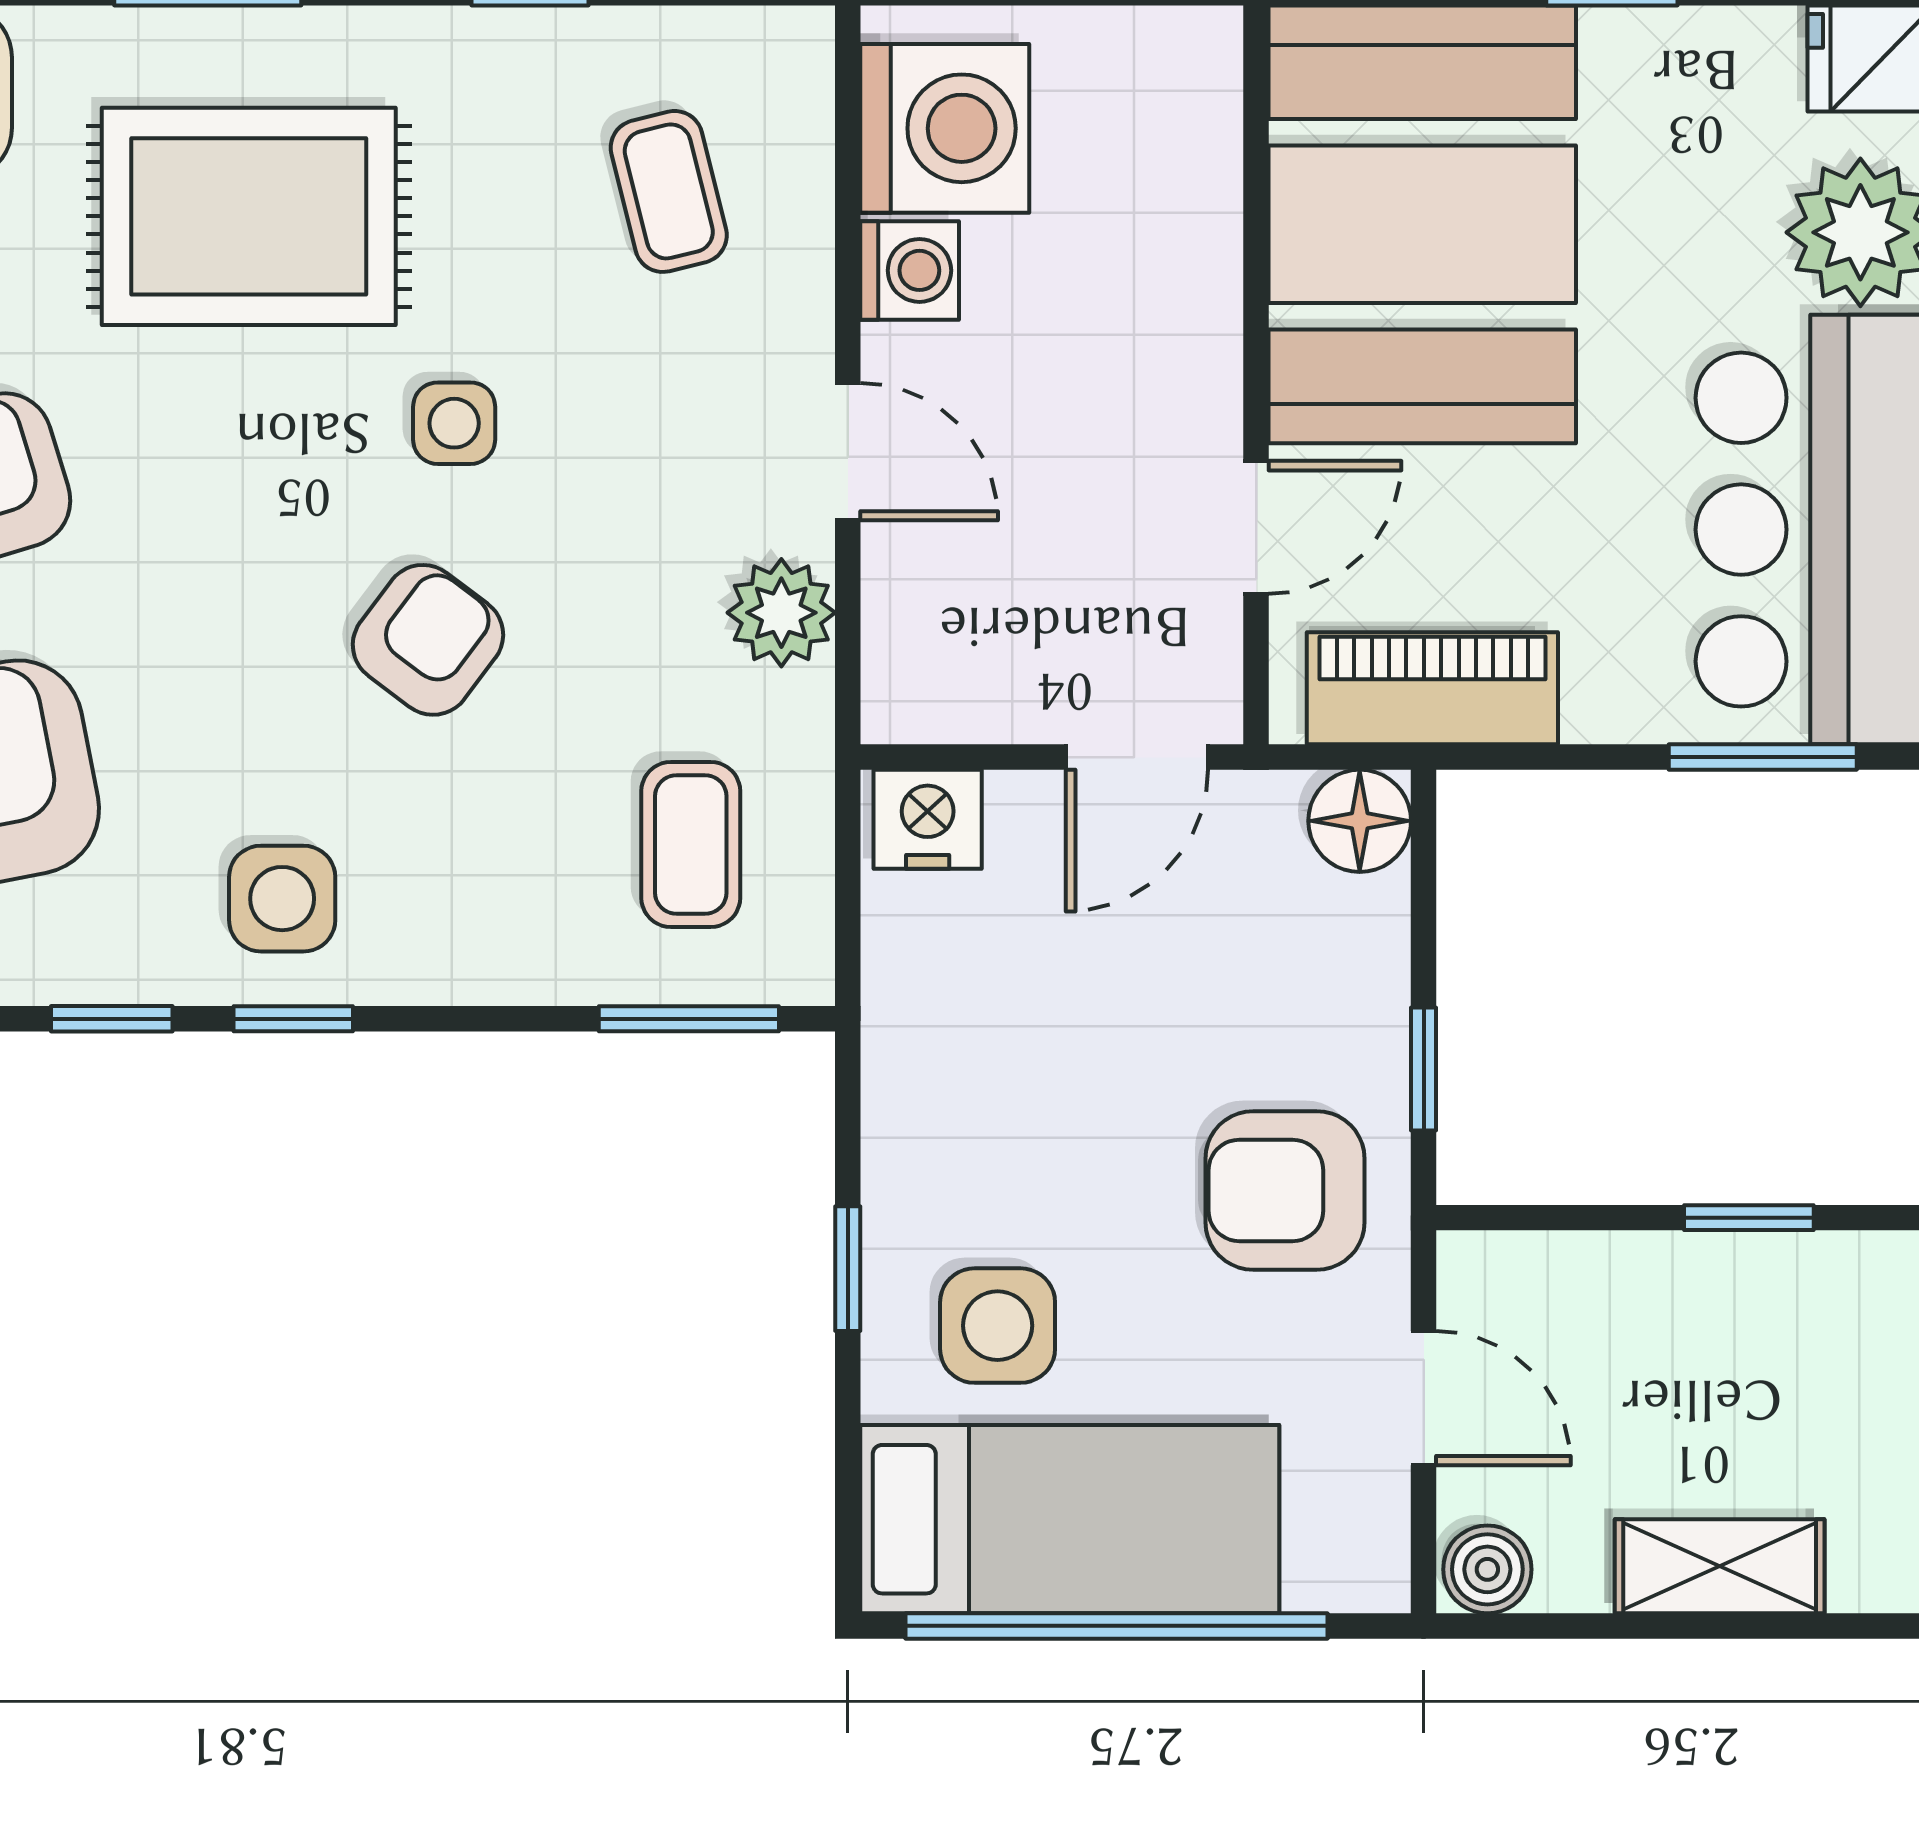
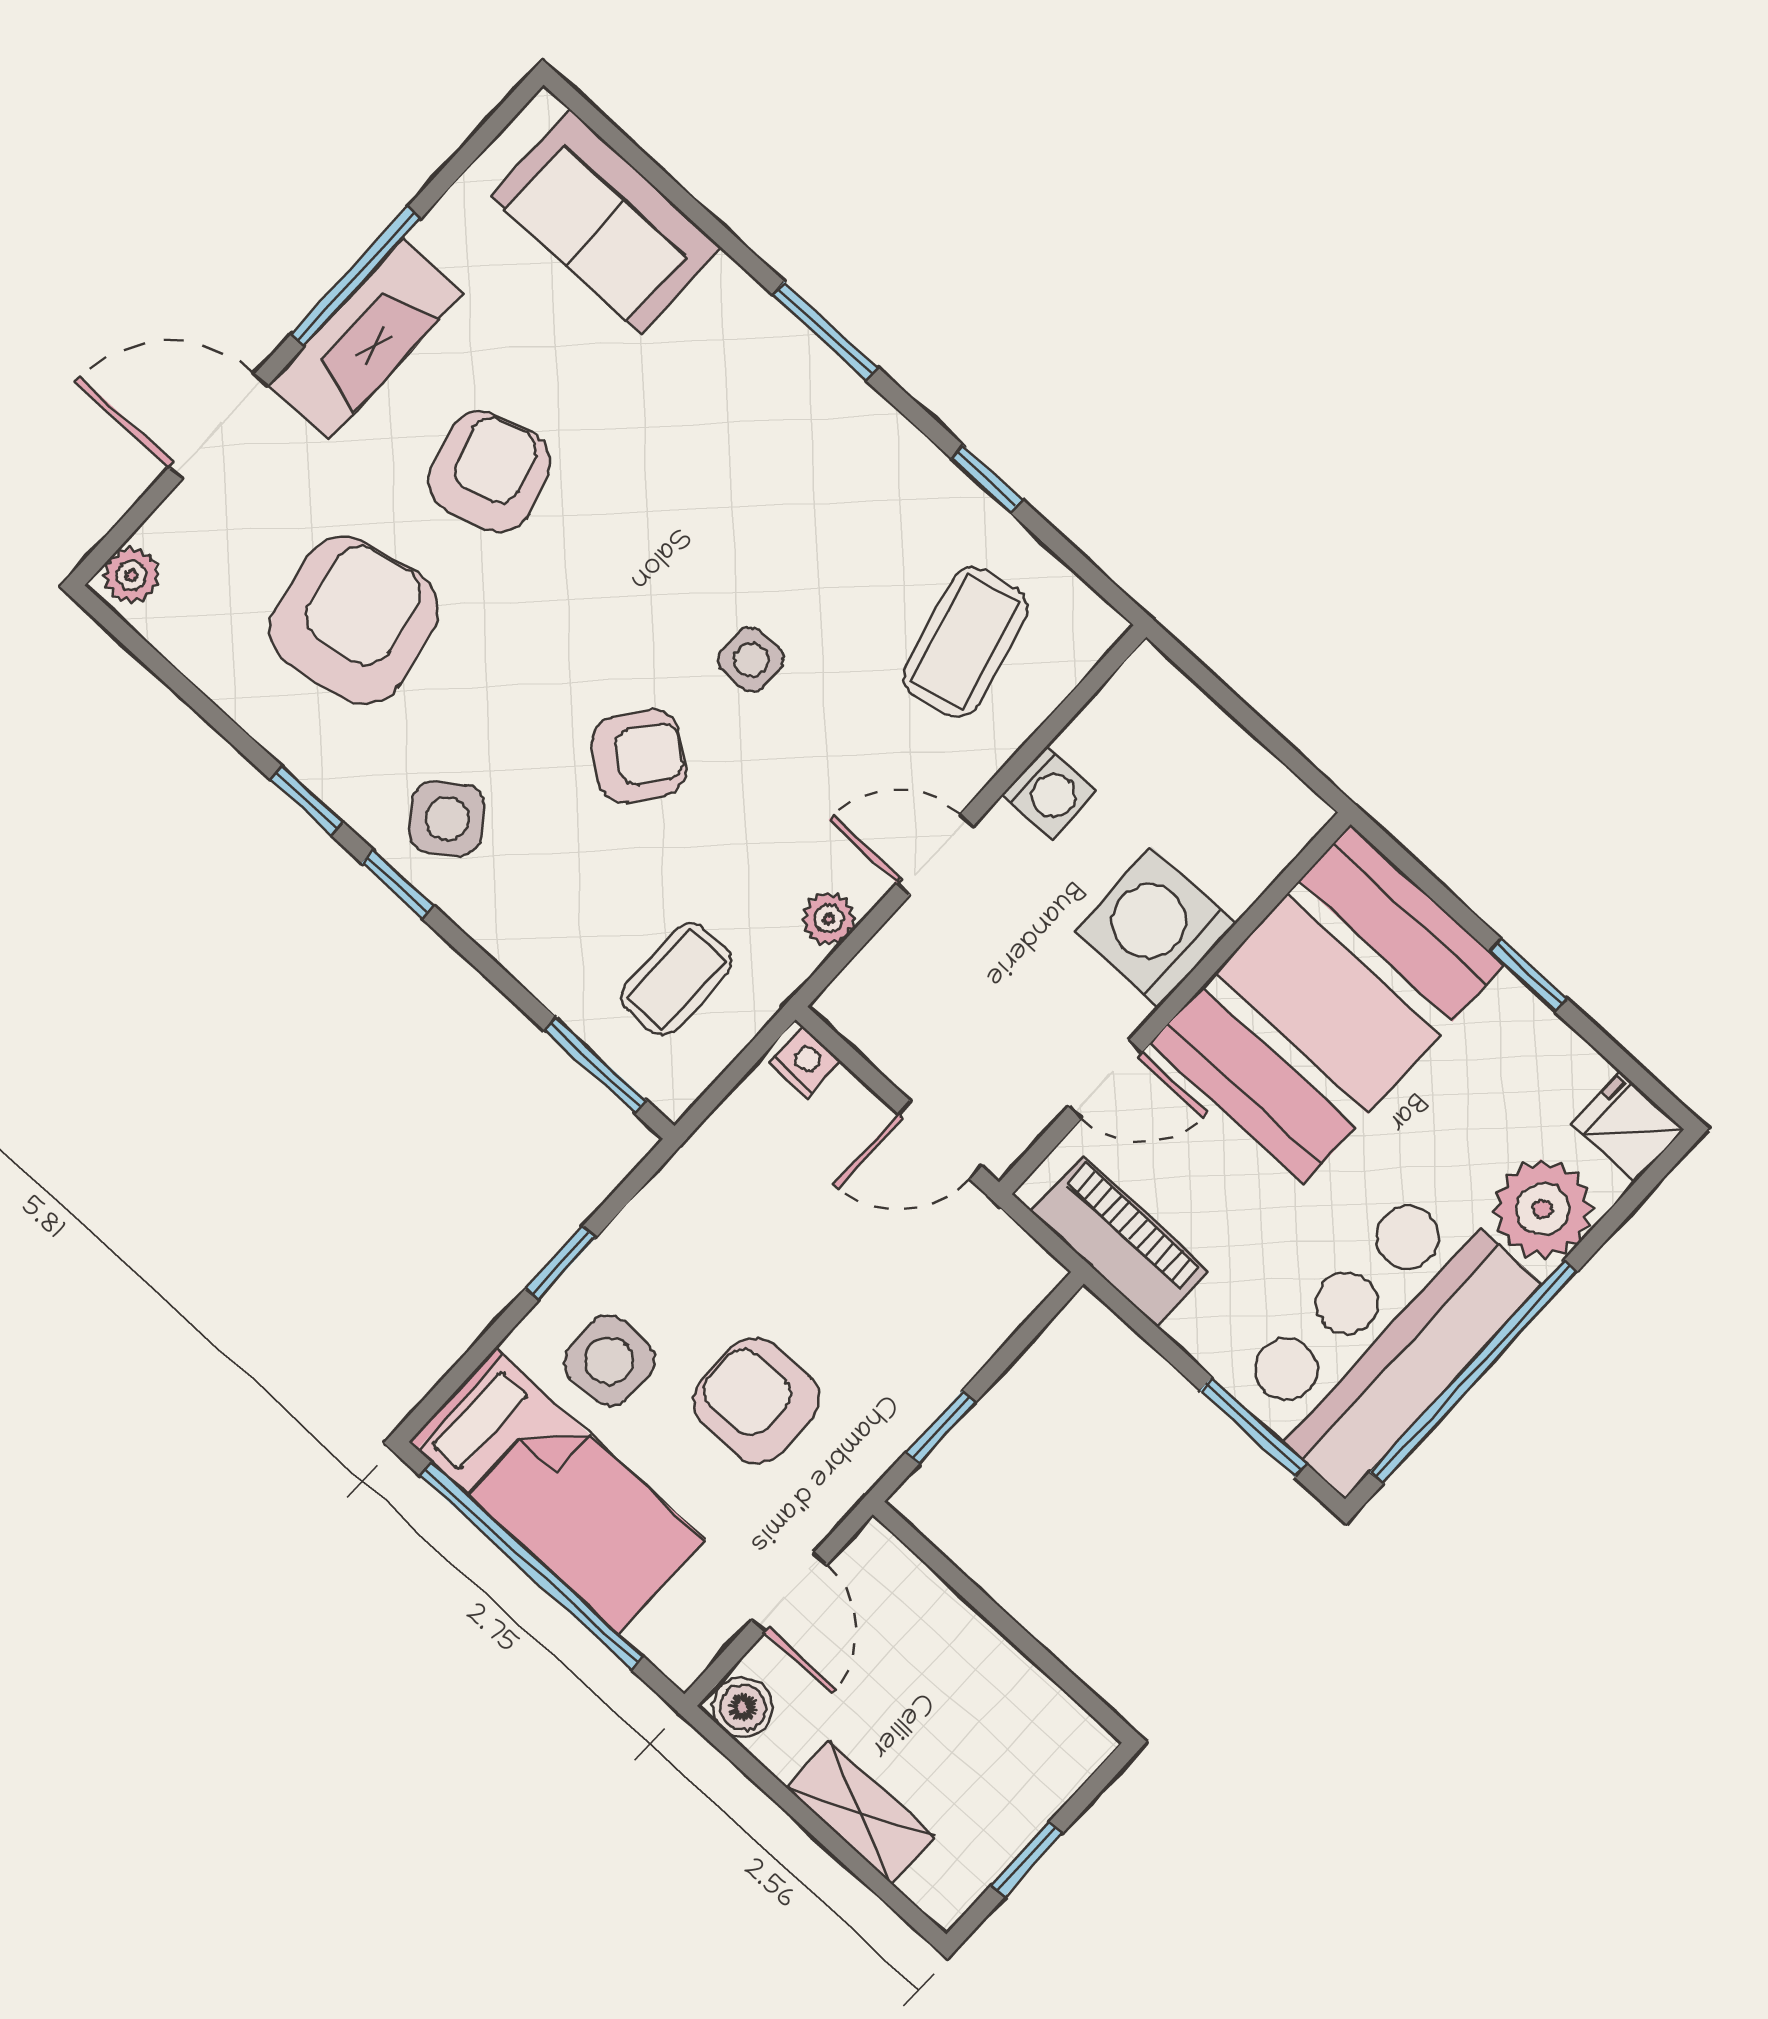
washing machine: (945, 128) -> (1155, 927), moved, turned 180
coffee table: (669, 191) -> (965, 642), width x1.36, depth x1.30
rug: (249, 216) -> (743, 462), removed
door: (848, 452) -> (935, 854), swing flipped
plant: (781, 613) -> (829, 919), width x0.73, depth x0.73
nightstand: (928, 819) -> (805, 1062), width x0.72, depth x0.74
floor lamp: (1360, 821) -> (1022, 1274), removed
side table: (282, 899) -> (447, 819), turned -36
armchair: (1285, 1190) -> (757, 1401), moved
window: (1749, 1218) -> (1035, 1651), removed

